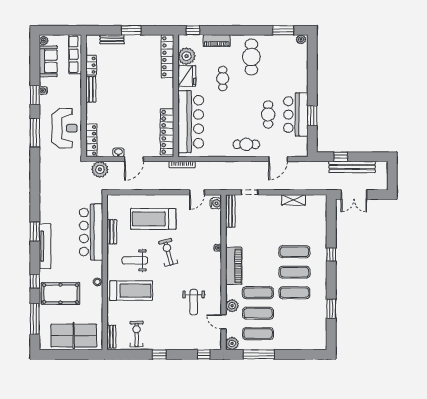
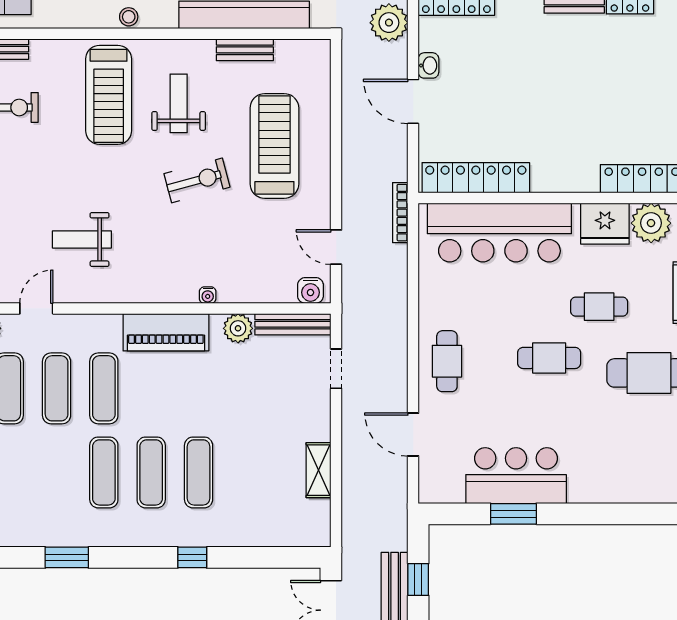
cafe table: (268, 114) -> (549, 358), moved
plant: (232, 306) -> (238, 328), moved

